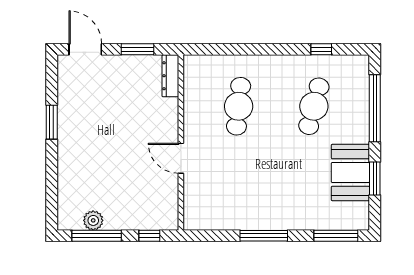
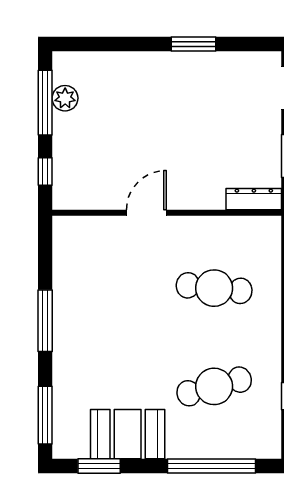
cafe table: (314, 106) -> (214, 386), turned -30
window: (375, 178) -> (99, 466), moved

